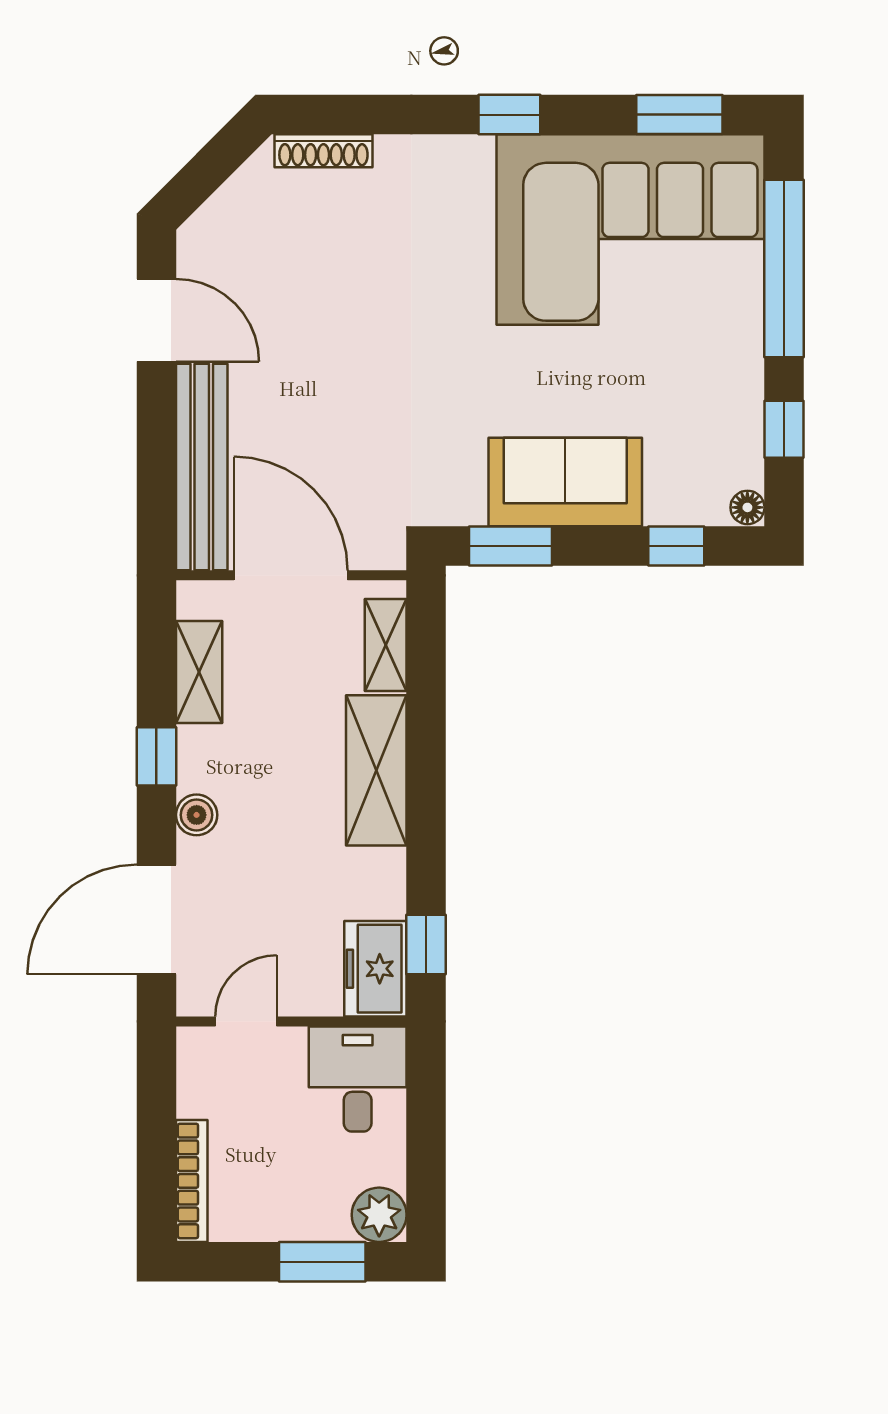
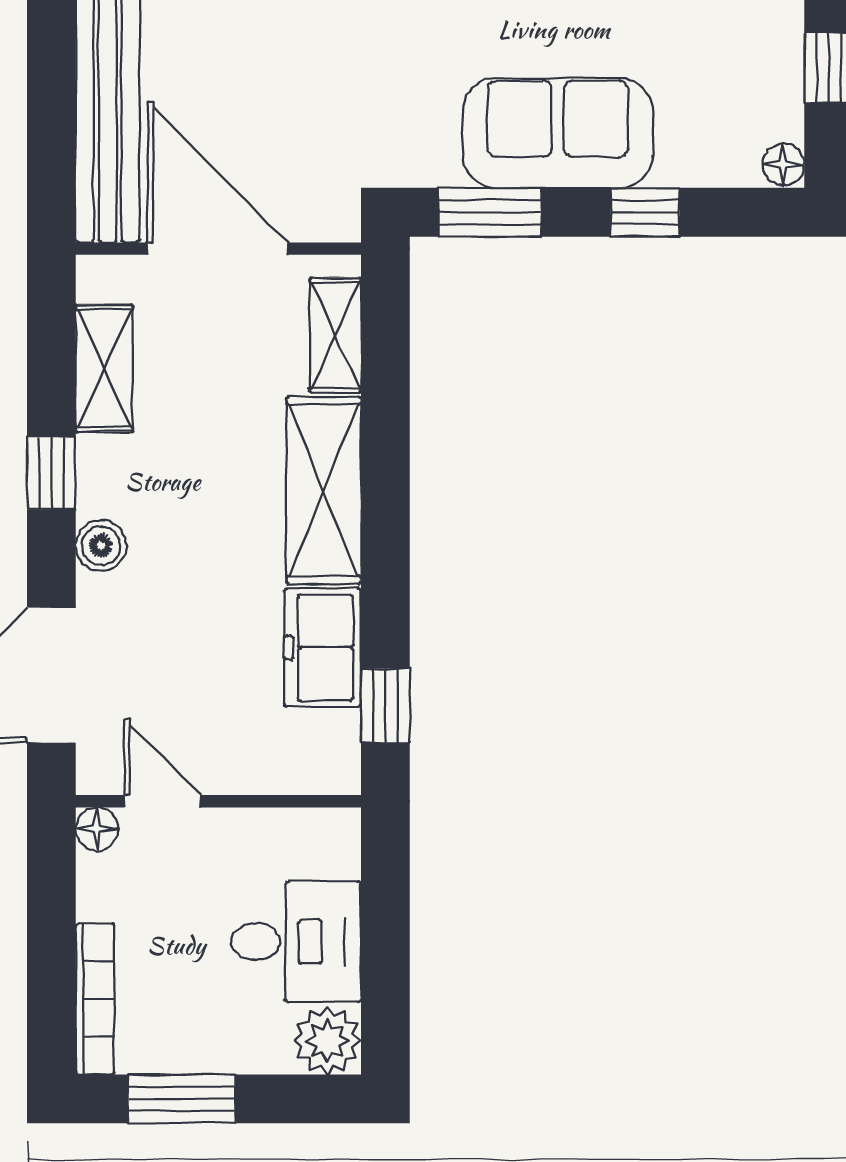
window: (676, 546) -> (645, 212), moved
freezer: (375, 969) -> (323, 648), moved
door: (246, 1021) -> (162, 801), hinge flipped
floor lamp: (193, 1044) -> (97, 829), added
desk: (358, 1079) -> (296, 942), moved, turned 90
window: (322, 1262) -> (182, 1099), moved

